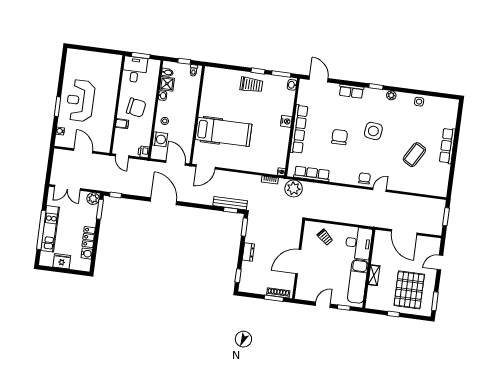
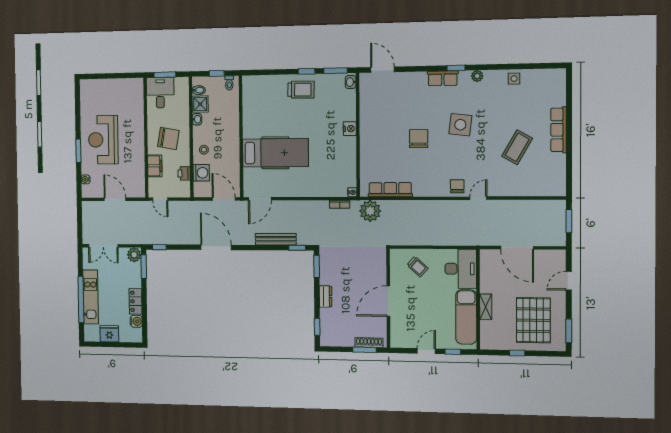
row of seats: (351, 91) -> (443, 78), moved
filing cabinet: (122, 124) -> (155, 166), width x2.00
row of seats: (299, 129) -> (367, 136), removed
printer: (144, 152) -> (184, 173), moved
bench: (230, 203) -> (276, 239), moved

